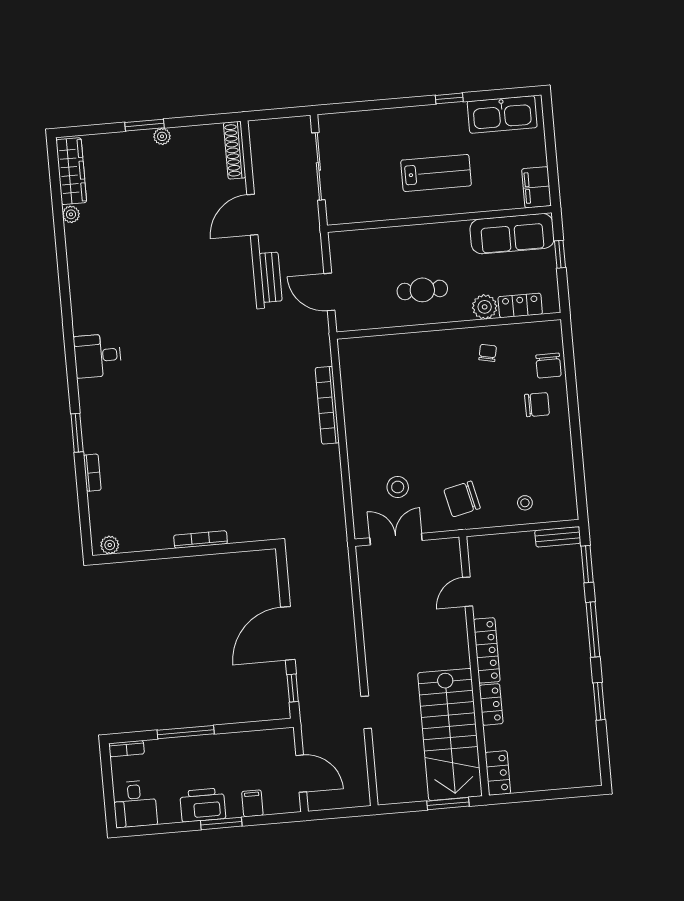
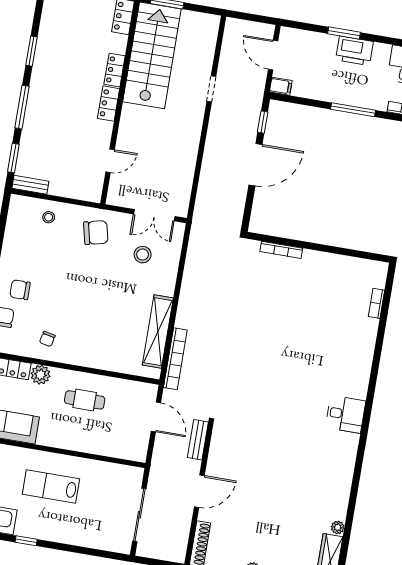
shelving: (354, 397) -> (158, 332), added
bookcase: (327, 405) -> (175, 359), moved
window: (77, 433) -> (376, 360), removed
bookcase: (92, 473) -> (377, 303), moved
bookcase: (201, 539) -> (281, 250), moved
plant: (110, 545) -> (374, 268), removed
locker: (487, 650) -> (109, 104), width x0.66
filing cabinet: (252, 803) -> (281, 86), moved, turned -90

